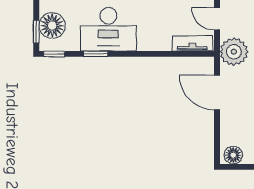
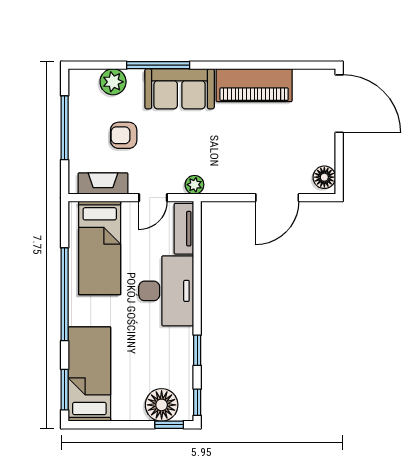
desk: (108, 29) -> (166, 291), moved
plant: (234, 52) -> (194, 185), width x0.53, depth x0.53
door: (217, 93) -> (277, 198), moved

